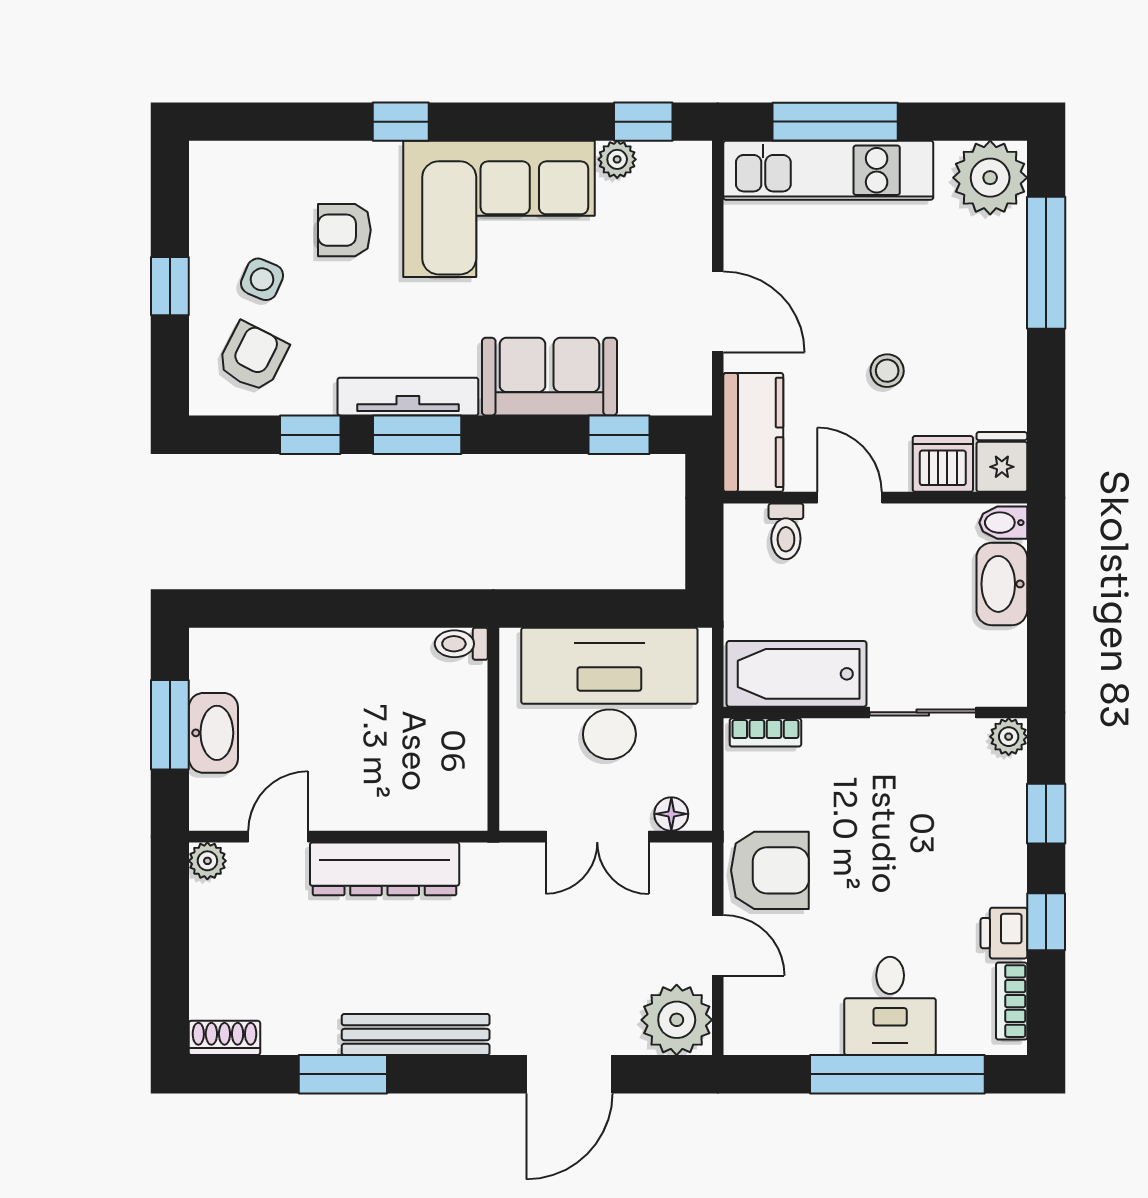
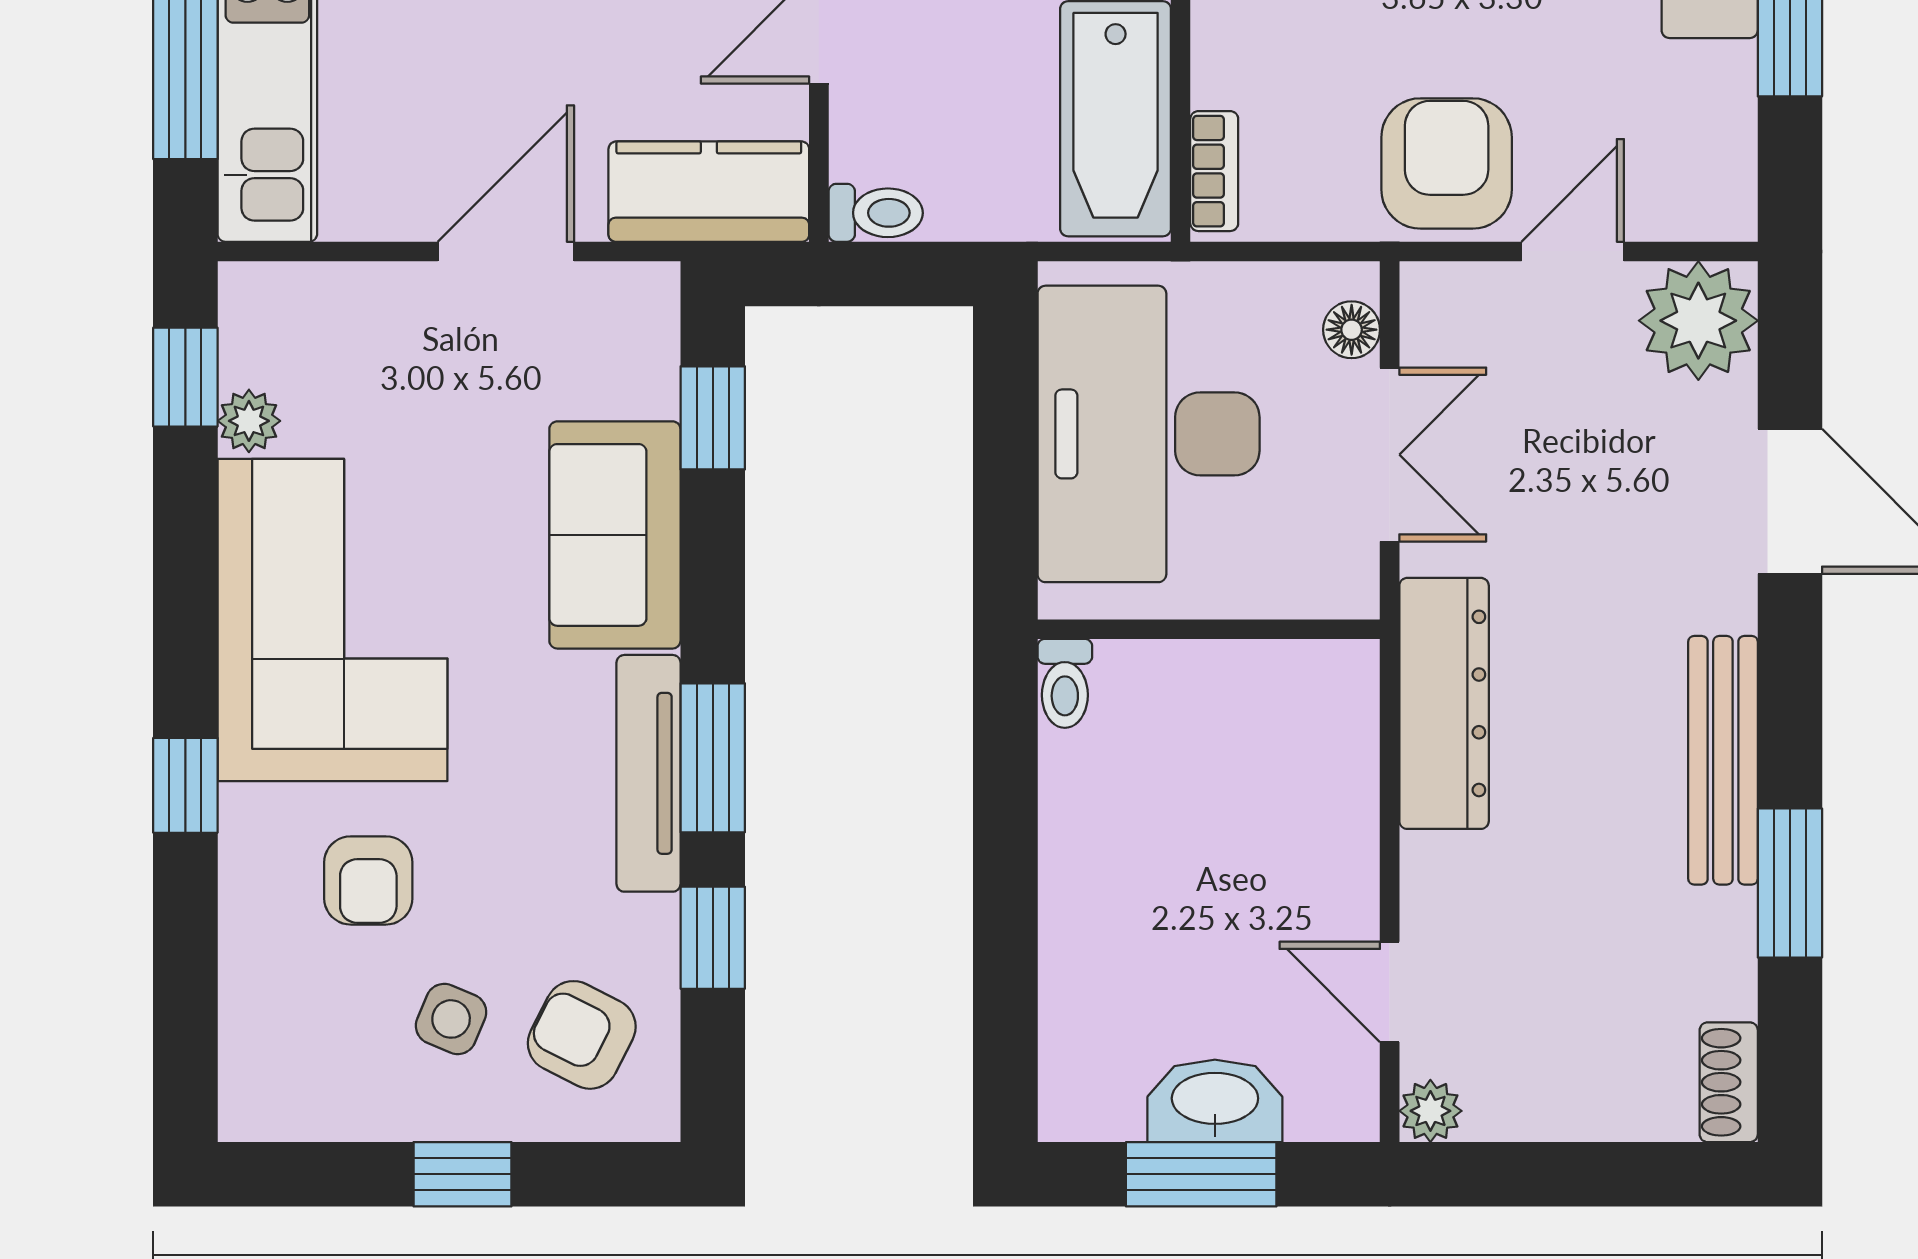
toilet: (786, 531) -> (876, 213), moved
dresser: (385, 869) -> (1444, 703), moved

